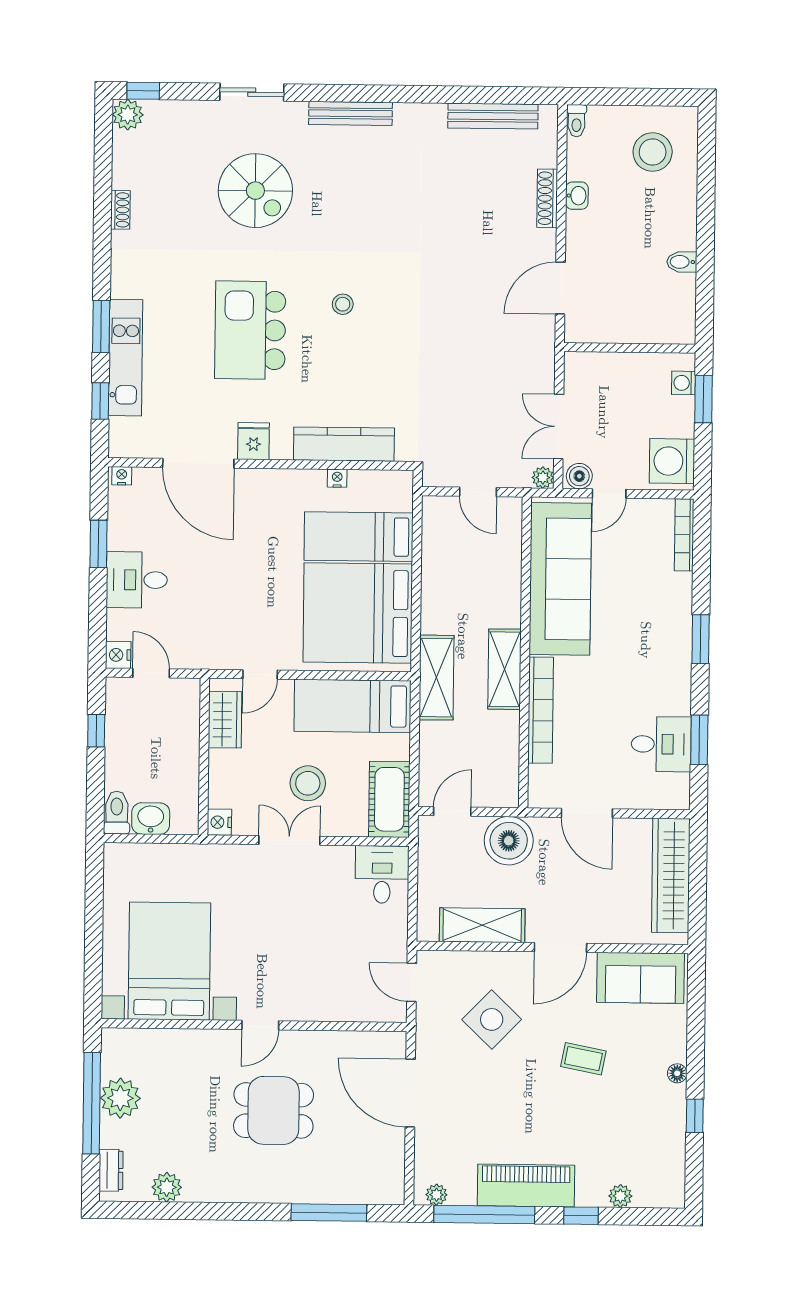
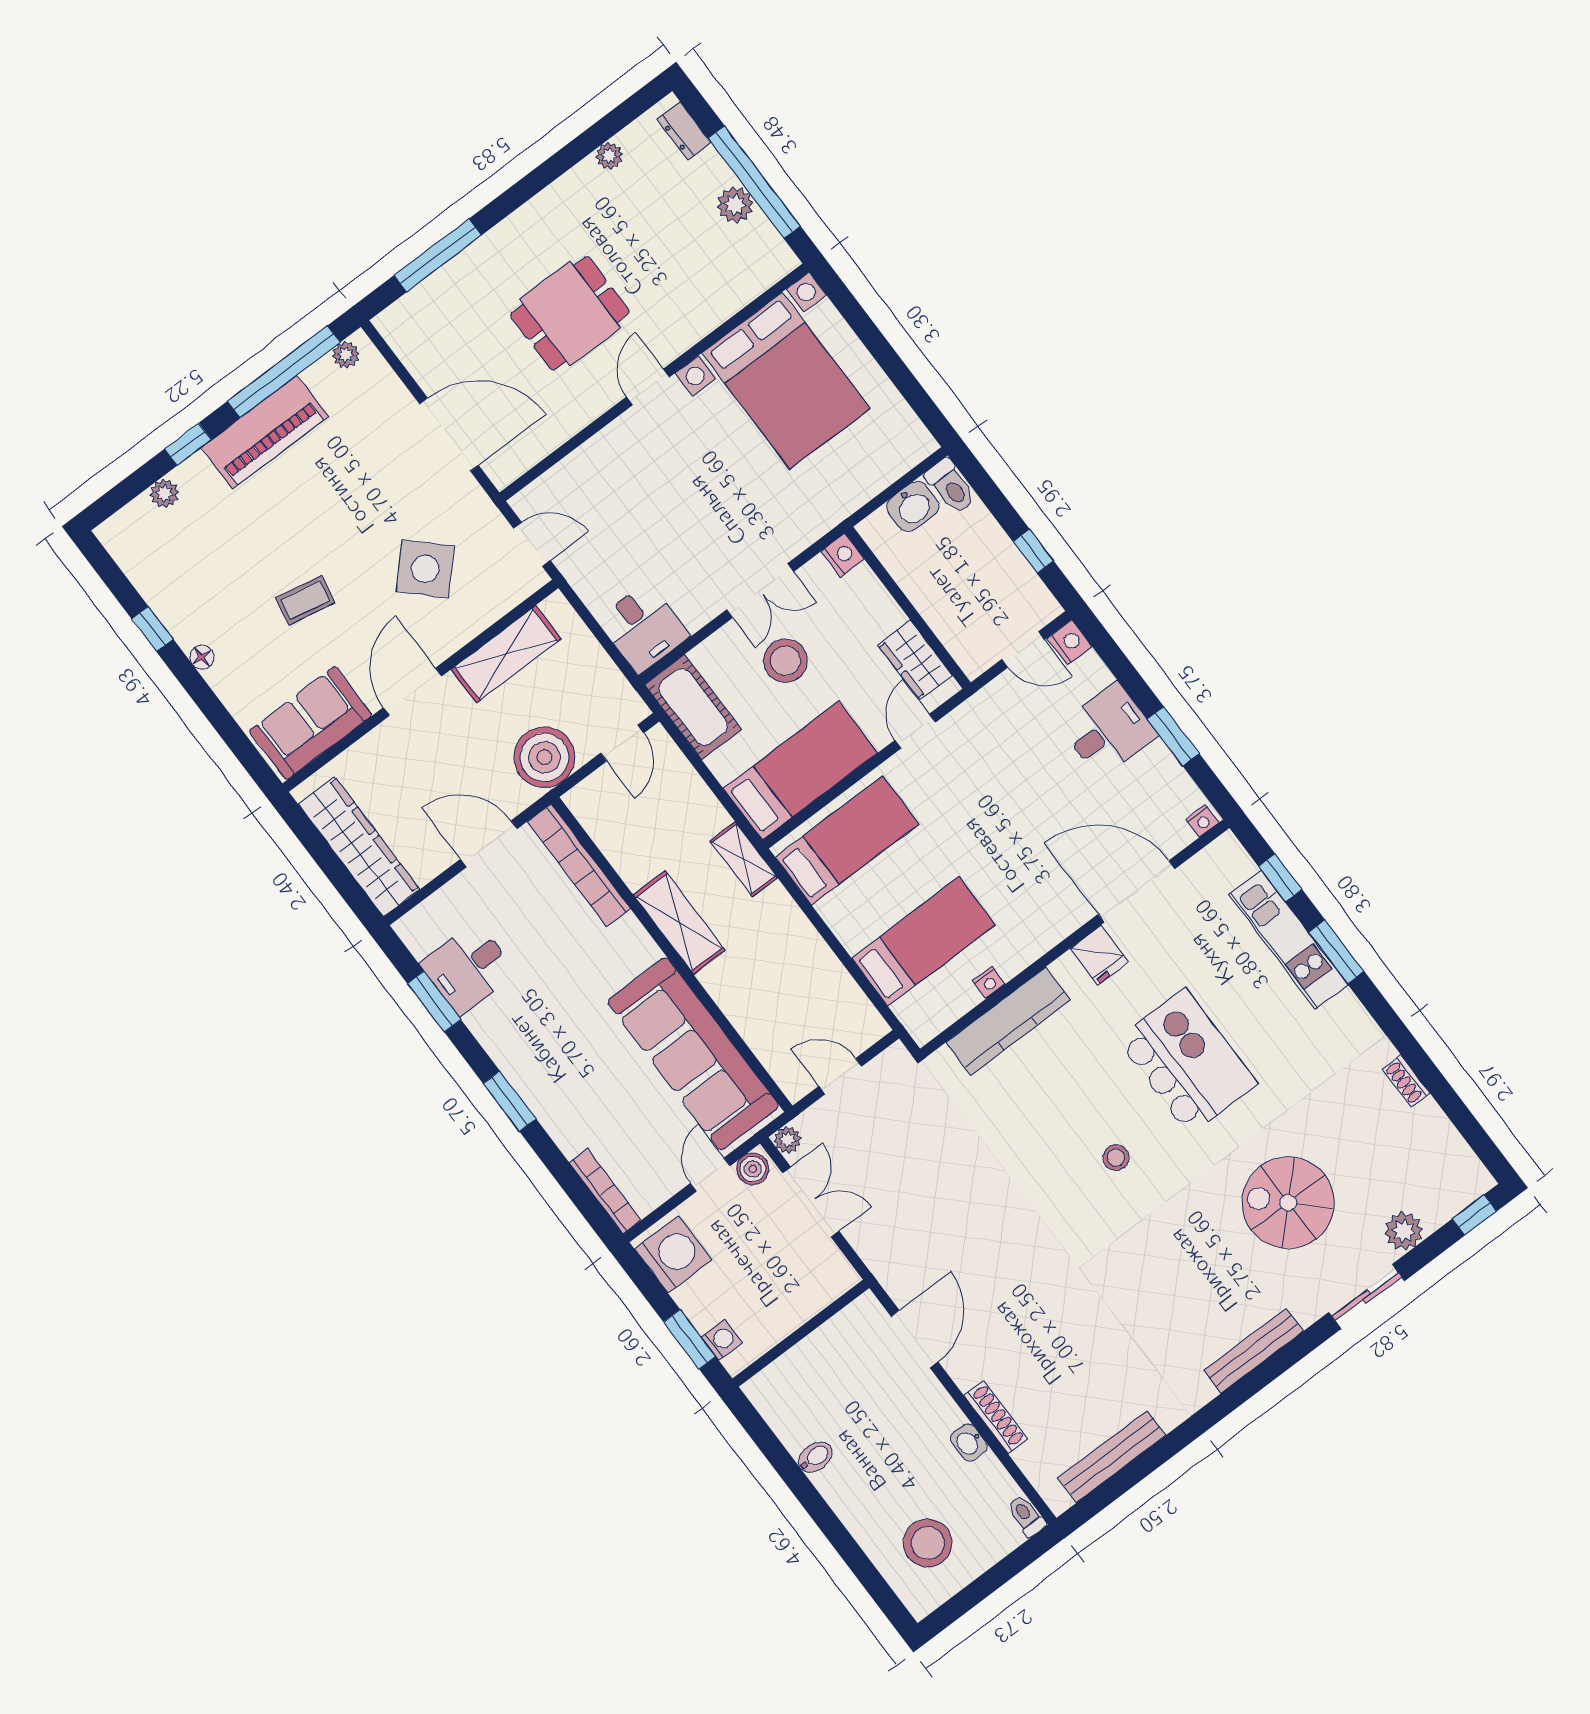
plant: (128, 115) -> (1404, 1231), moved
bed: (358, 613) -> (847, 841), width x0.49
shelving: (436, 678) -> (744, 859), width x0.67, depth x0.75
bookcase: (541, 710) -> (579, 865), moved
plant: (120, 1098) -> (735, 205), width x0.73, depth x0.73
plant: (167, 1187) -> (609, 156), width x0.73, depth x0.73

